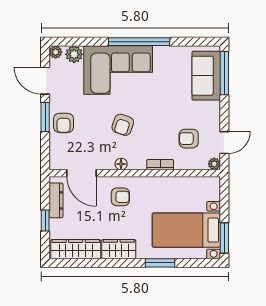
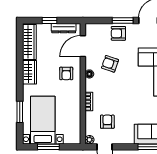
armchair: (123, 125) -> (110, 64), moved
window: (224, 238) -> (48, 147), moved
window: (160, 263) -> (20, 112), moved

